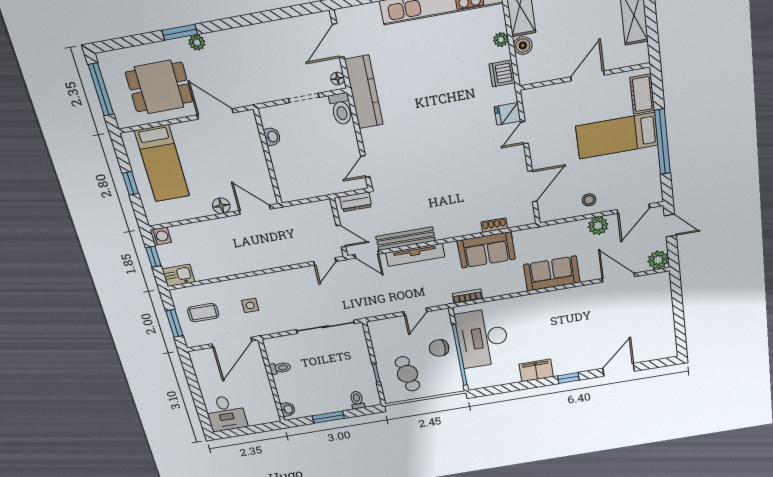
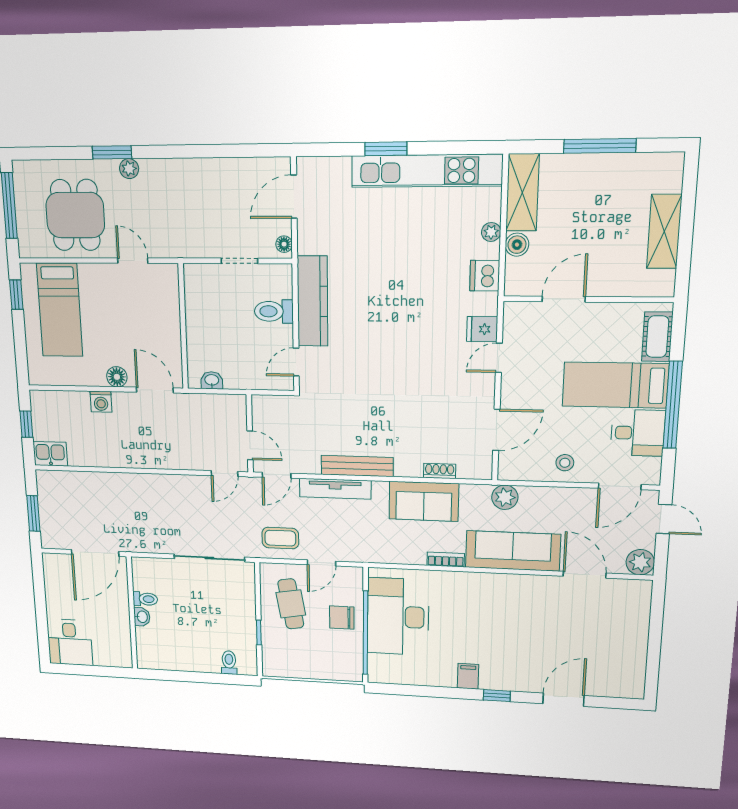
door: (588, 76) -> (564, 299), moved
dining table: (159, 87) -> (75, 215), turned 90
kitchen counter: (364, 92) -> (312, 301), moved
toilet: (341, 109) -> (274, 311), moved, turned 90
door: (215, 114) -> (133, 261), width x0.73
washbasin: (272, 137) -> (212, 380), moved, turned -90
desk: (640, 167) -> (638, 433), added
window: (130, 183) -> (16, 295), moved
dresser: (356, 202) -> (276, 405), removed
plant: (598, 226) -> (505, 497), moved
washing machine: (161, 236) -> (101, 402), moved, turned 90
bench: (406, 239) -> (357, 466), moved
door: (367, 254) -> (277, 475), hinge flipped
sofa: (552, 273) -> (513, 551), width x1.36
bookcase: (467, 296) -> (446, 559), moved
side table: (250, 305) -> (126, 510), removed
coffee table: (203, 313) -> (280, 538), moved
filing cabinet: (536, 370) -> (468, 676), width x0.50
cafe table: (407, 374) -> (291, 604), moved
washbasin: (288, 409) -> (142, 617), moved
window: (328, 417) -> (190, 677), removed

